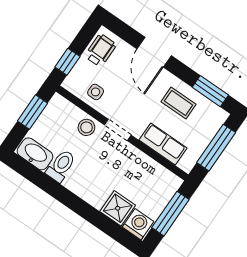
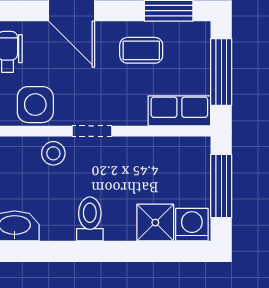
side table: (96, 92) -> (35, 105), width x1.87, depth x1.87
row of seats: (163, 144) -> (179, 111), moved
toilet: (61, 166) -> (90, 219), moved

